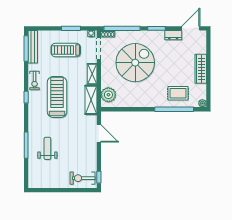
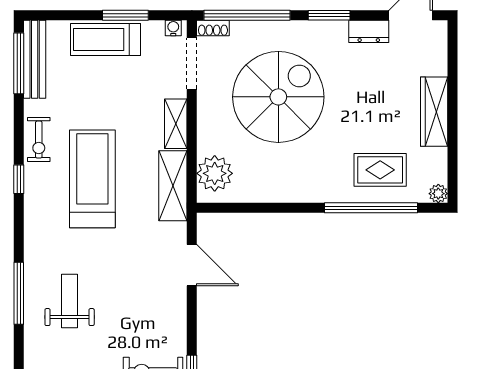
treadmill: (66, 50) -> (106, 40), moved

